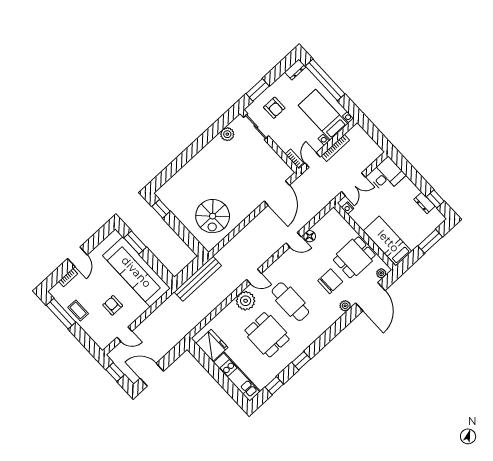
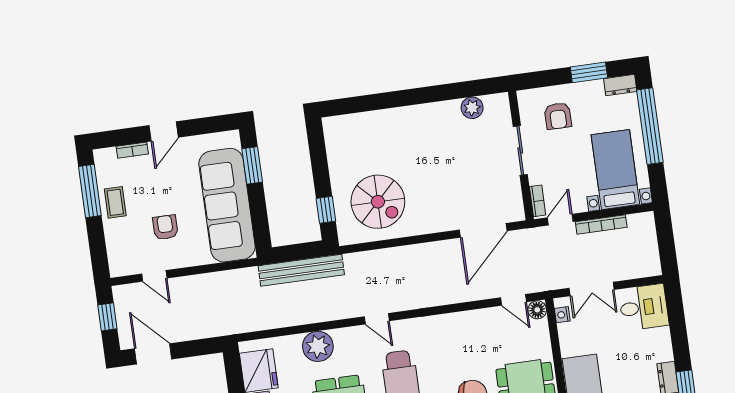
window: (258, 90) -> (589, 72), moved
sliding door: (256, 127) -> (520, 150), moved
window: (161, 209) -> (326, 210), moved
spiral stairs: (213, 216) -> (378, 202), turned -90
floor lamp: (310, 236) -> (537, 310), moved
door: (294, 240) -> (514, 300), moved
plant: (246, 301) -> (318, 346), moved

